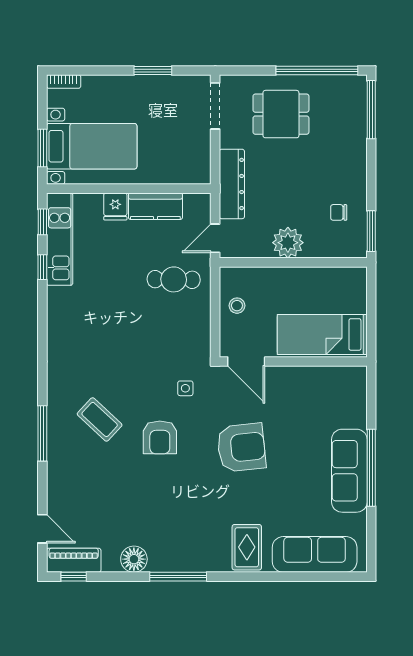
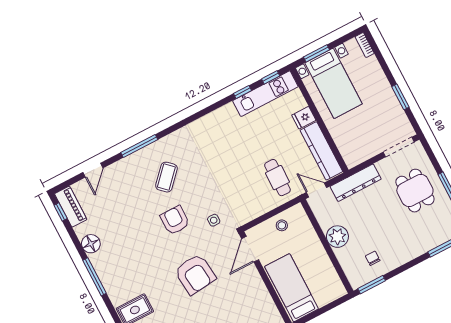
kitchen counter: (155, 206) -> (321, 151), width x1.50
armchair: (160, 437) -> (175, 220), turned 90
door: (42, 529) -> (93, 170), moved

